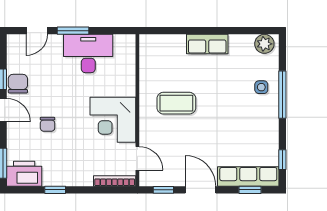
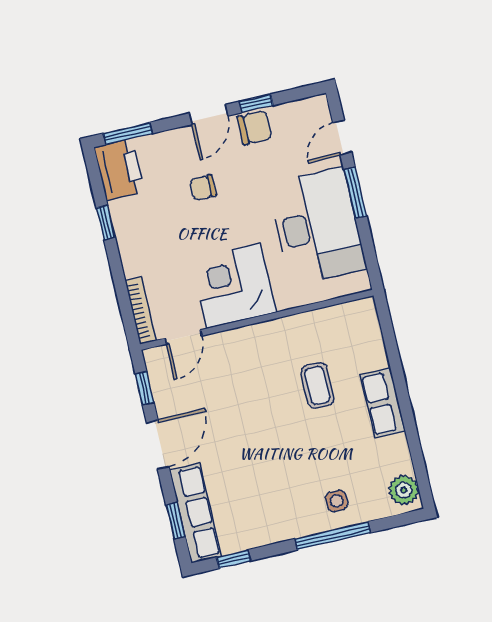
door: (37, 31) -> (342, 137), hinge flipped
desk: (88, 54) -> (317, 226), width x1.36, depth x1.30
coffee table: (176, 103) -> (317, 385), moved, width x0.73, depth x0.77

